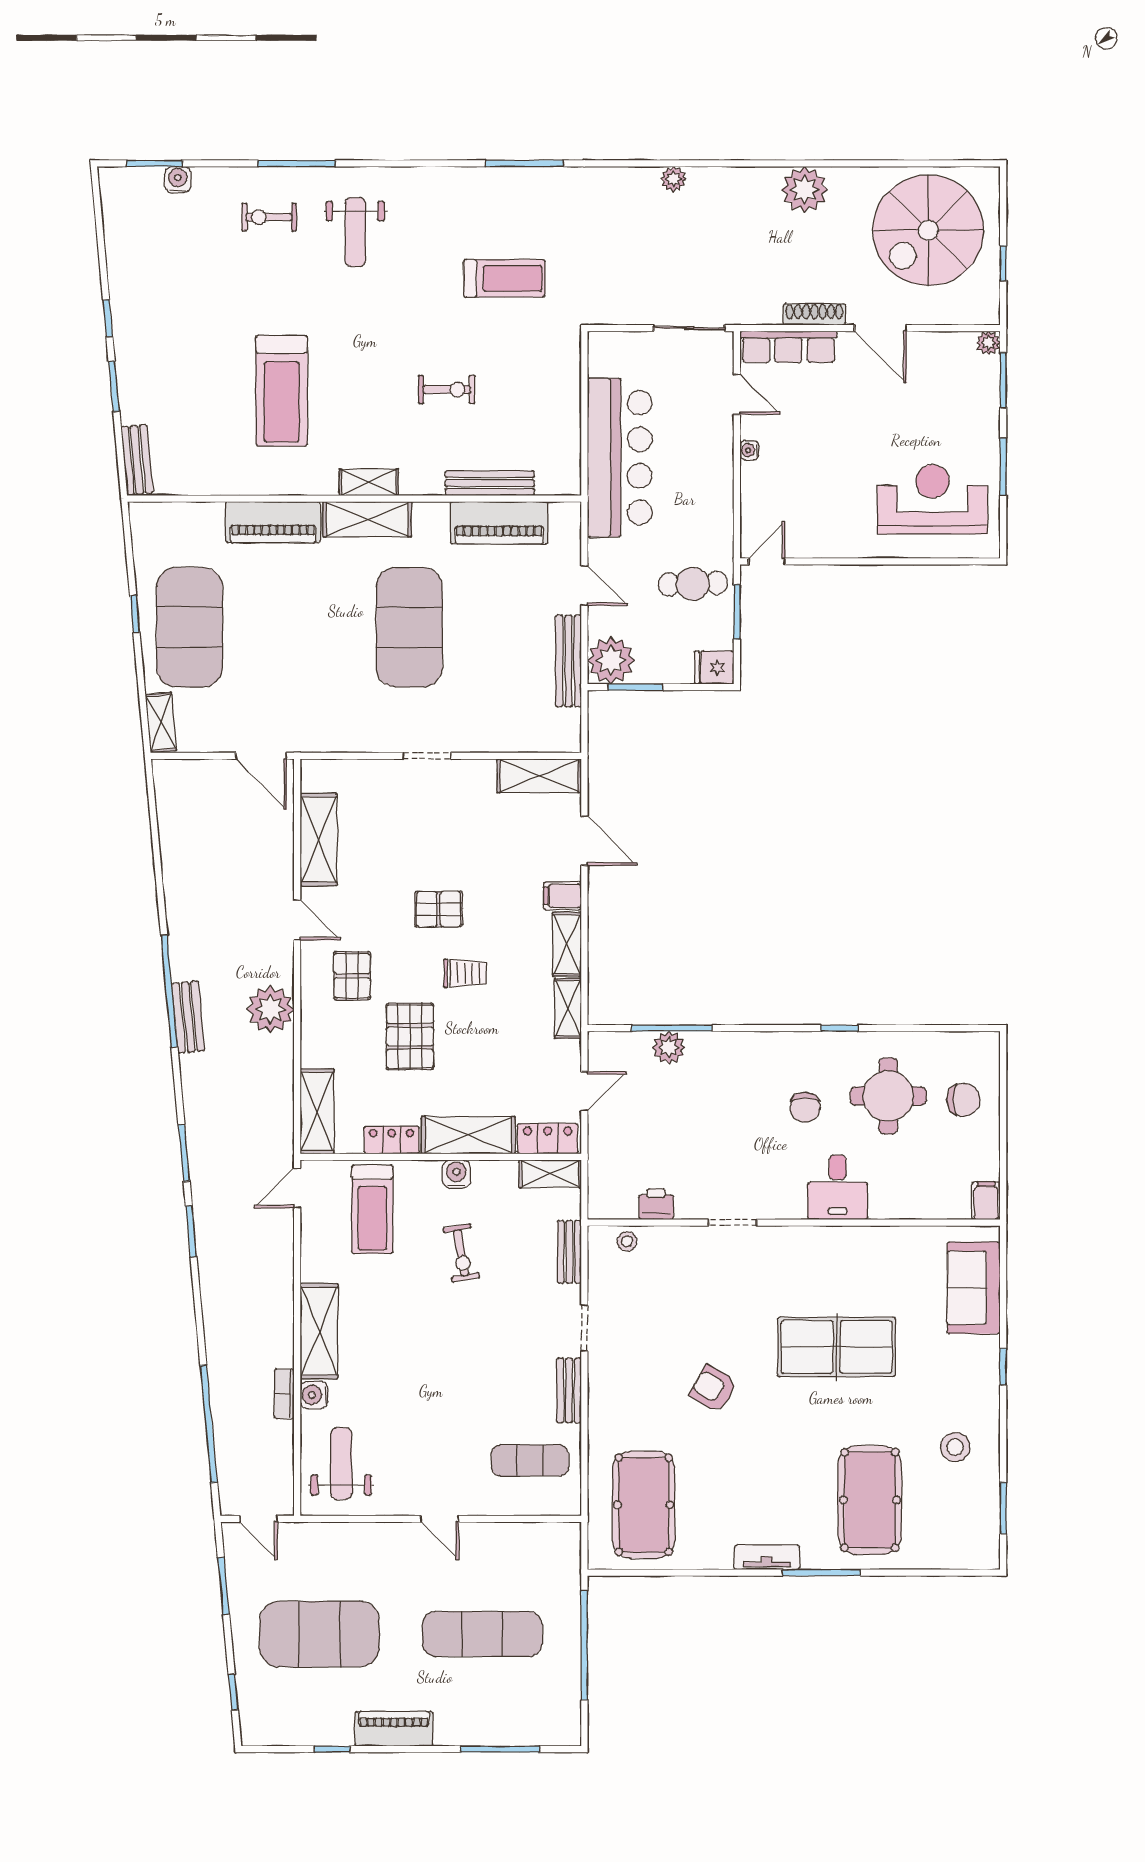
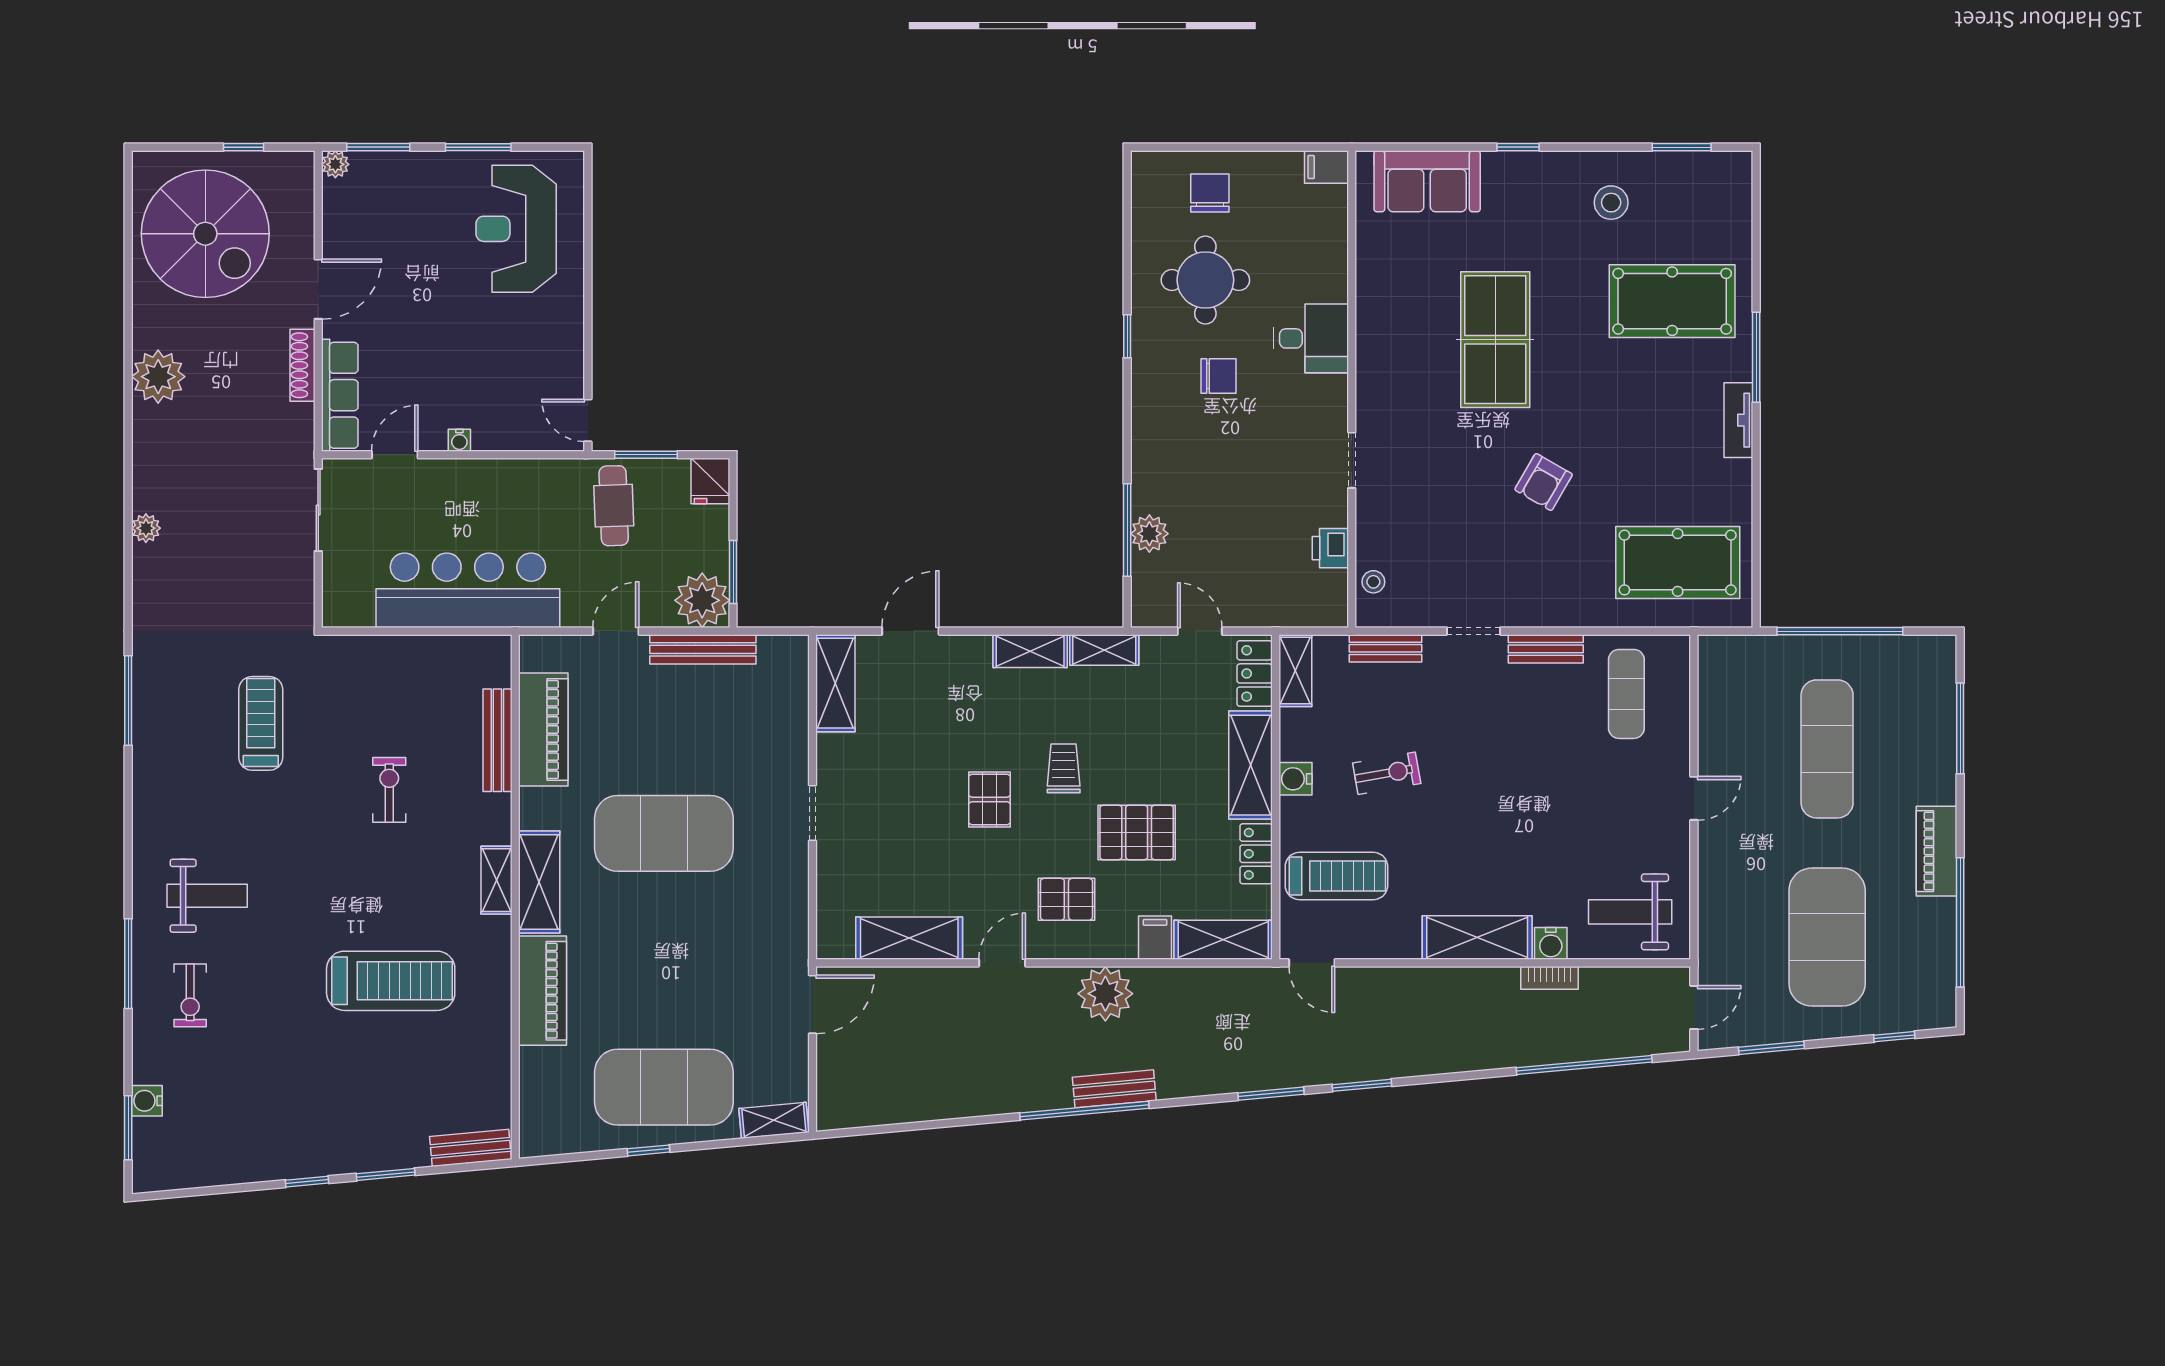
filing cabinet: (562, 896) -> (1155, 938), moved, turned 180
window: (332, 1749) -> (1960, 922), width x3.17

